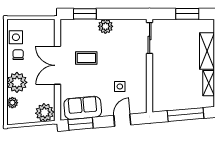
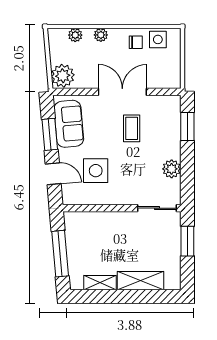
window: (187, 14) -> (187, 241), moved
plant: (105, 26) -> (172, 169), moved
plant: (17, 82) -> (101, 35), width x0.53, depth x0.53
side table: (120, 86) -> (96, 171), width x1.87, depth x1.87
window: (81, 124) -> (50, 134), moved

